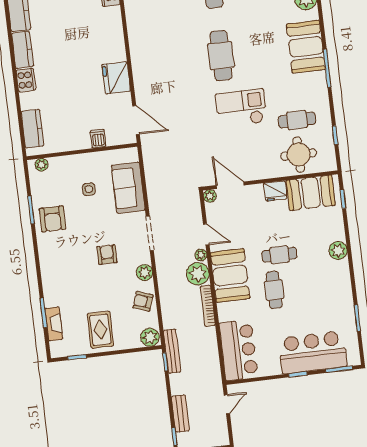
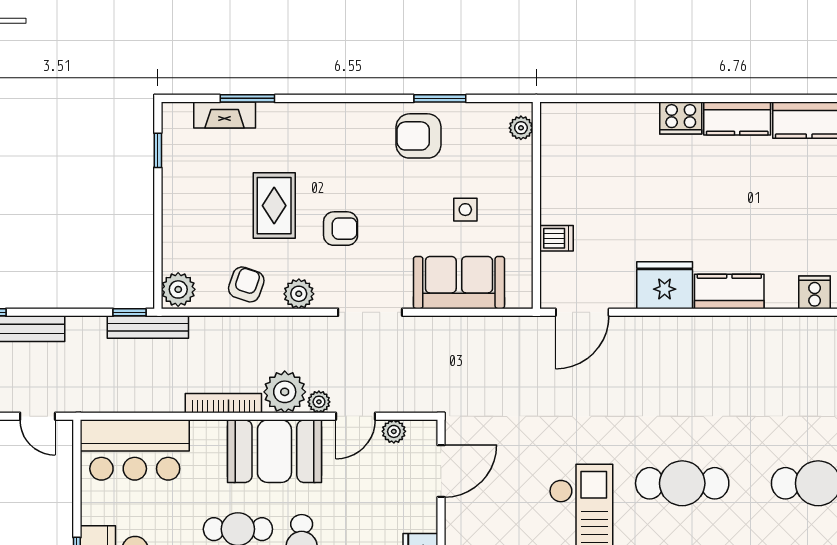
kitchen counter: (32, 129) -> (729, 291), moved, turned 180
plant: (210, 196) -> (394, 431), moved
rug: (100, 330) -> (274, 206), moved, turned 90

